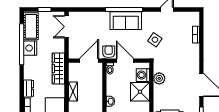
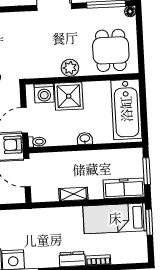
wardrobe: (58, 68) -> (41, 217), removed
plant: (159, 78) -> (70, 68), moved

